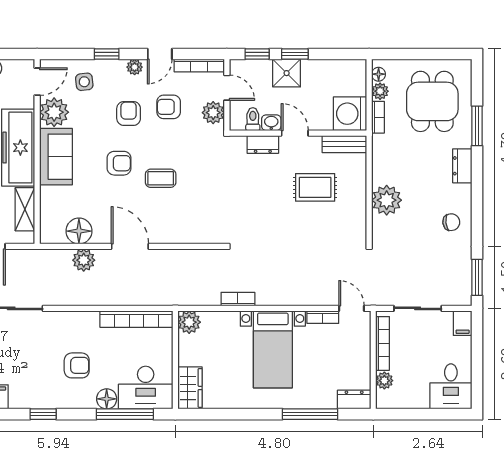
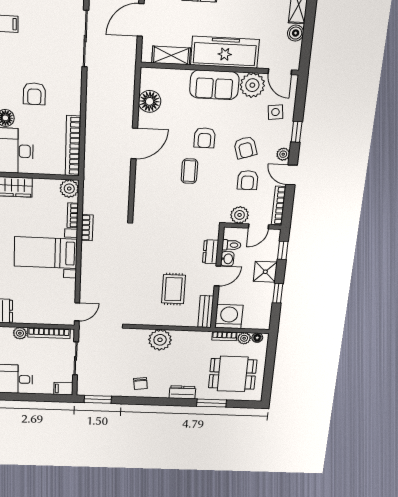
window: (295, 54) -> (278, 293), moved
armchair: (169, 107) -> (248, 180), turned 180
armchair: (129, 113) -> (245, 148), turned 72
plant: (84, 260) -> (125, 104), removed
bookcase: (323, 317) -> (73, 215), moved

